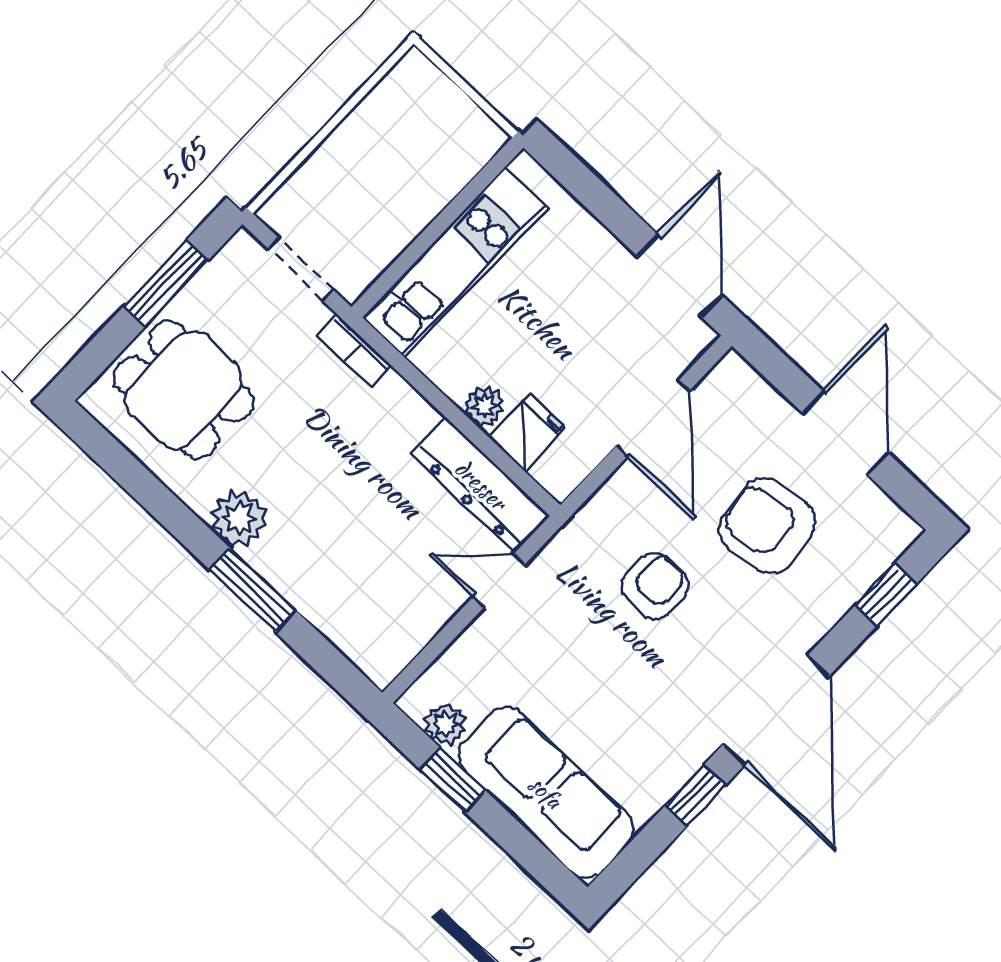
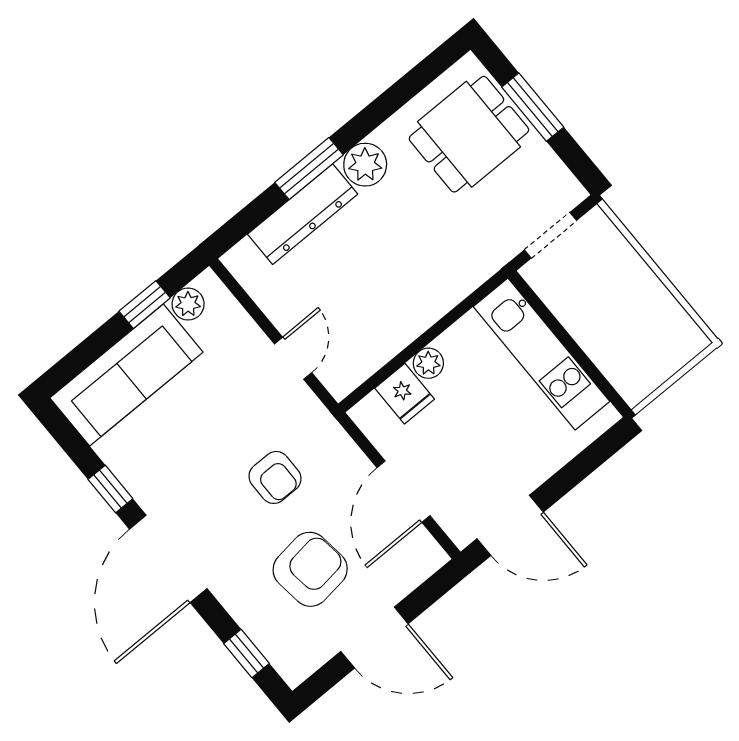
window: (166, 283) -> (533, 107), moved
bookcase: (355, 351) -> (483, 269), removed
door: (653, 418) -> (403, 492), hinge flipped
dresser: (481, 485) -> (303, 214), moved, turned 180
door: (776, 710) -> (168, 559), hinge flipped

